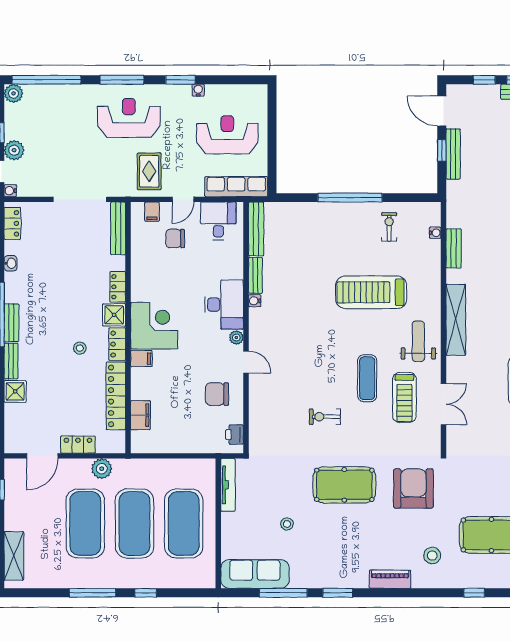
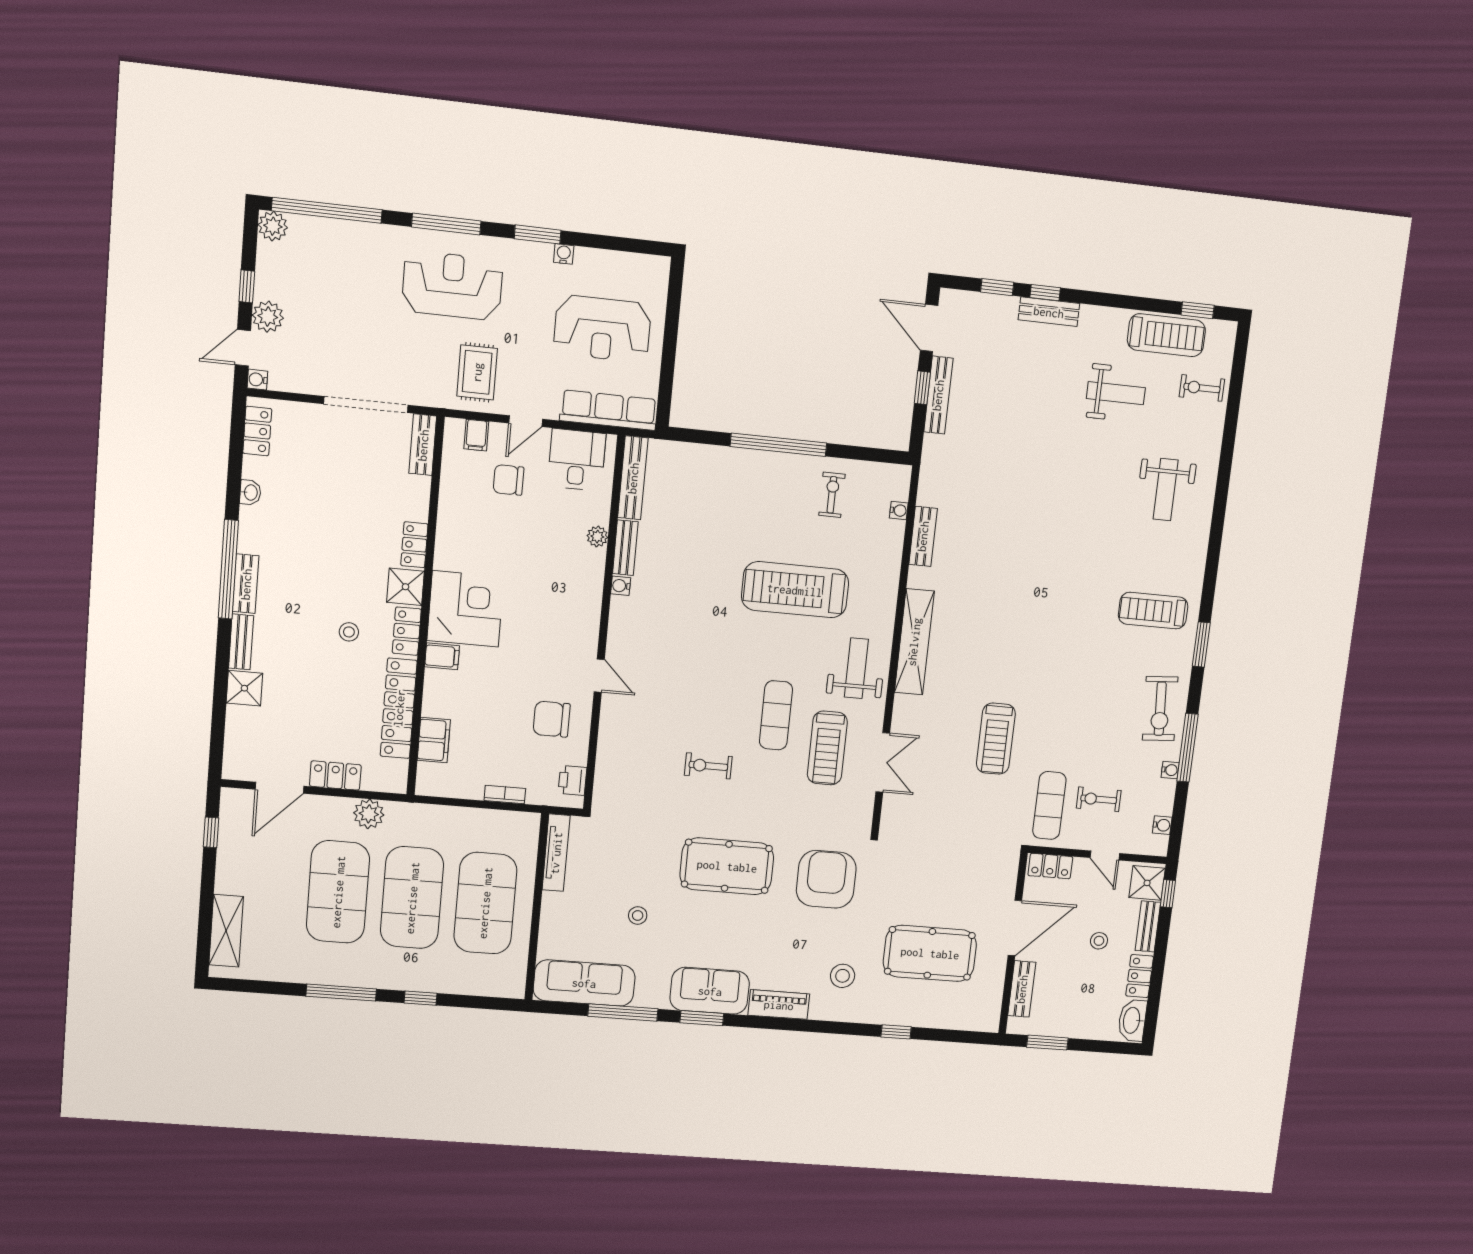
reception desk: (227, 135) -> (602, 329), turned 180
bench: (118, 228) -> (423, 445), width x0.73
desk: (224, 305) -> (574, 587), removed
plant: (236, 338) -> (597, 537), moved
bookcase: (190, 448) -> (505, 795), added
sofa: (341, 573) -> (710, 991), added

